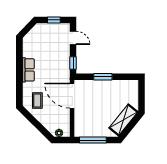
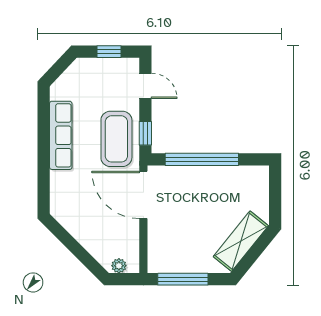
row of seats: (28, 70) -> (61, 135), width x1.48
window: (103, 77) -> (202, 159), width x2.11
coffee table: (37, 101) -> (116, 139), moved, width x1.86, depth x1.72

